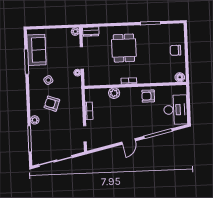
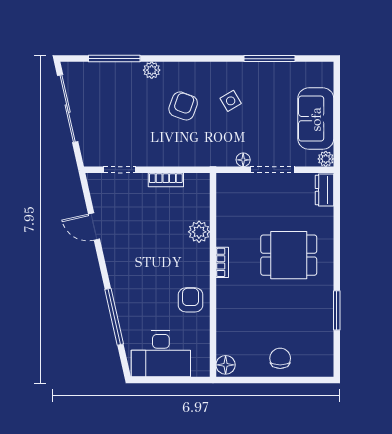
sofa: (36, 50) -> (316, 119), moved, turned 90
door: (129, 142) -> (94, 227), moved

